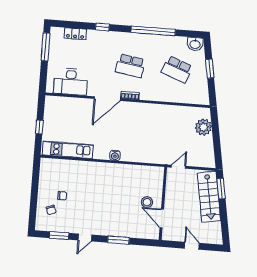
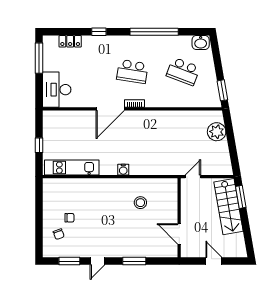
window: (210, 69) -> (222, 90), moved
desk: (71, 82) -> (57, 90), moved, turned 90
stool: (147, 202) -> (140, 203), moved

